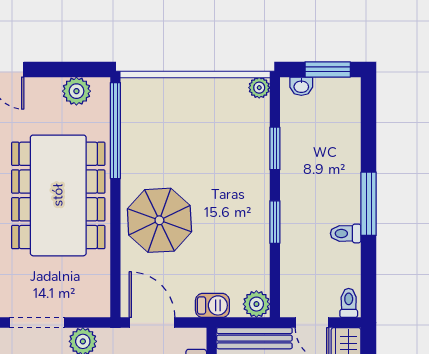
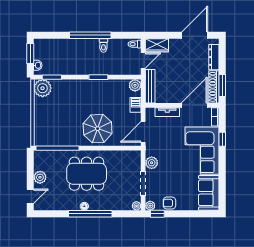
plant: (259, 88) -> (43, 88), width x1.87, depth x1.87
plant: (76, 91) -> (40, 177), moved
window: (275, 148) -> (52, 77), moved
dining table: (58, 195) -> (87, 174), width x0.73, depth x0.80
window: (369, 204) -> (90, 35), width x1.46

